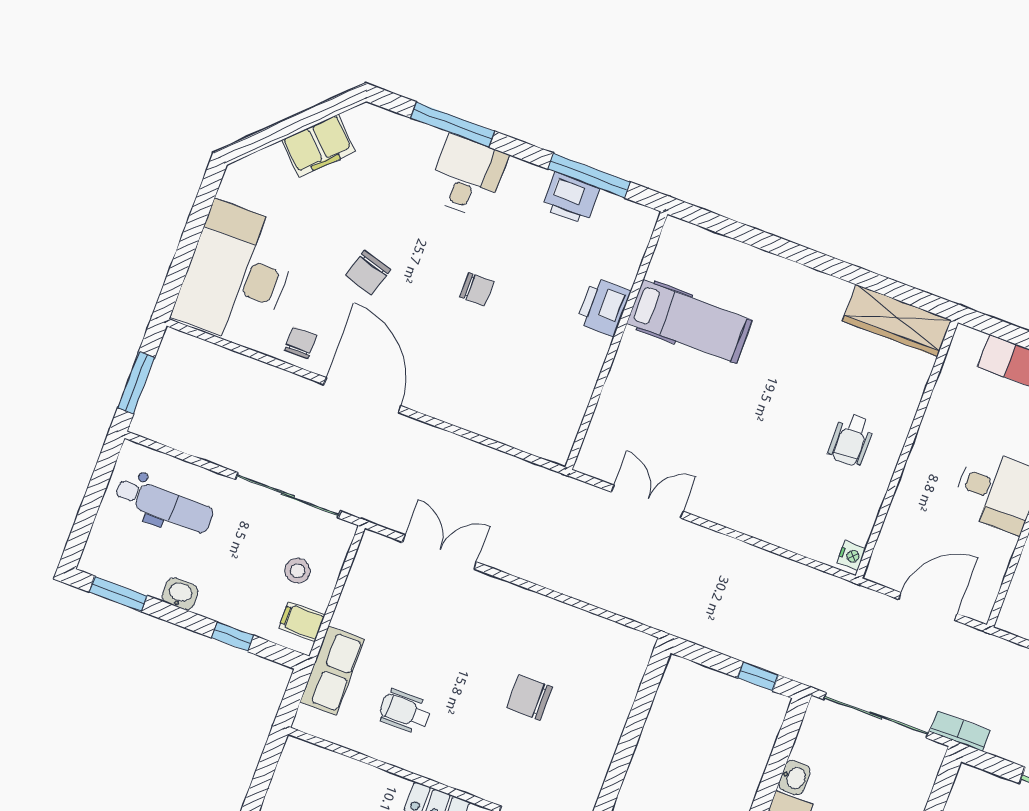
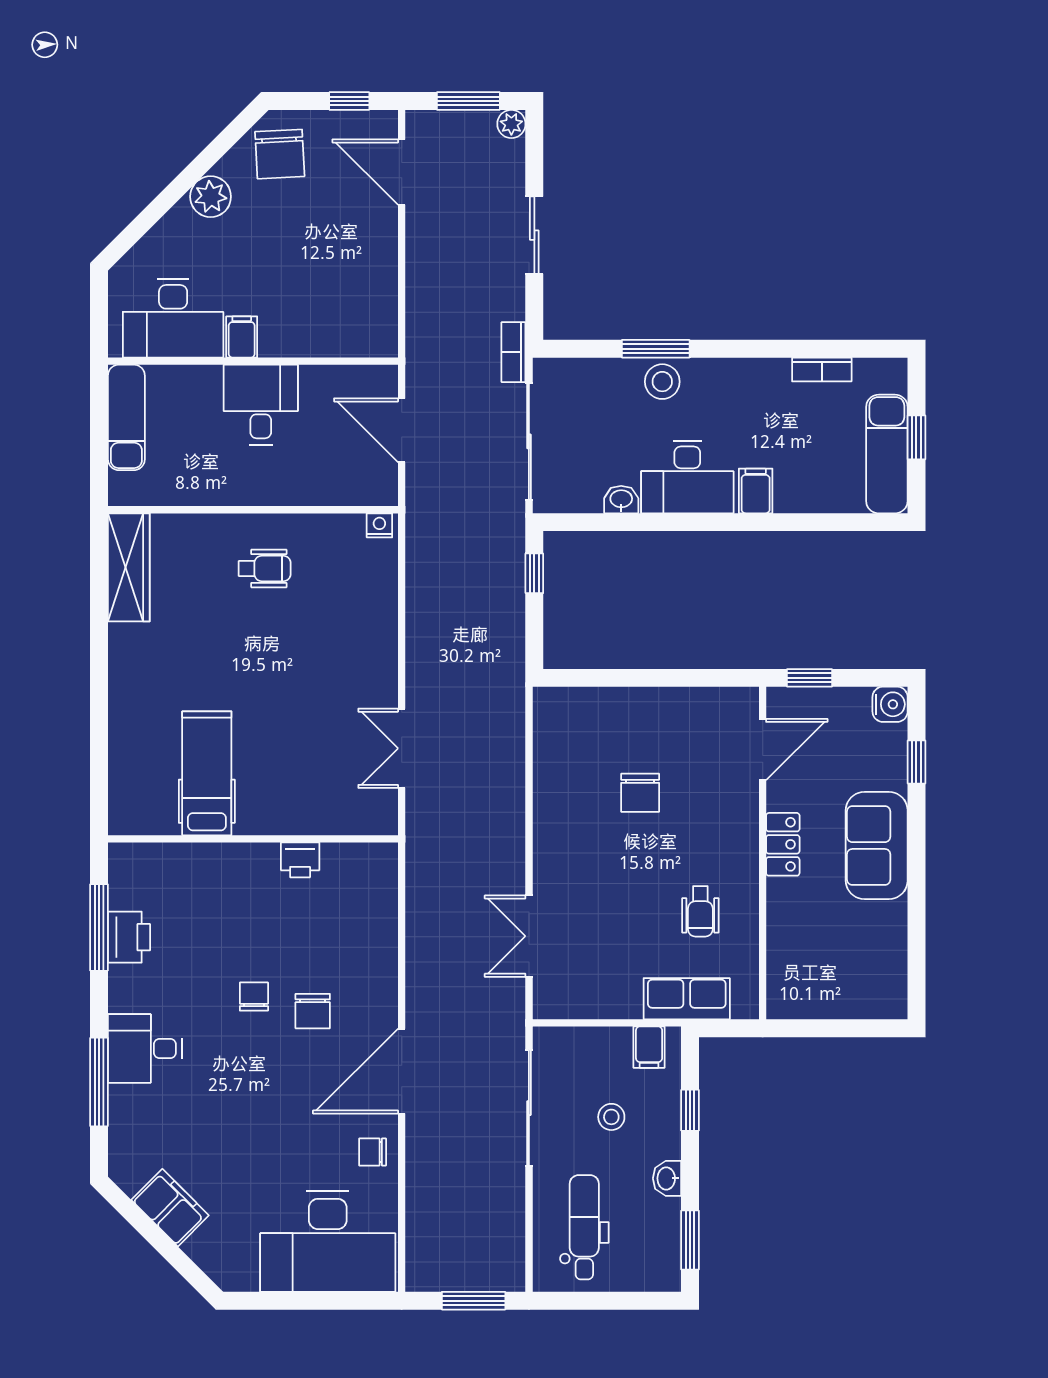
chair: (368, 273) -> (313, 1011), moved, turned 74
printer: (604, 307) -> (300, 860), moved, width x0.73, depth x0.81
stool: (298, 571) -> (611, 1117), moved

